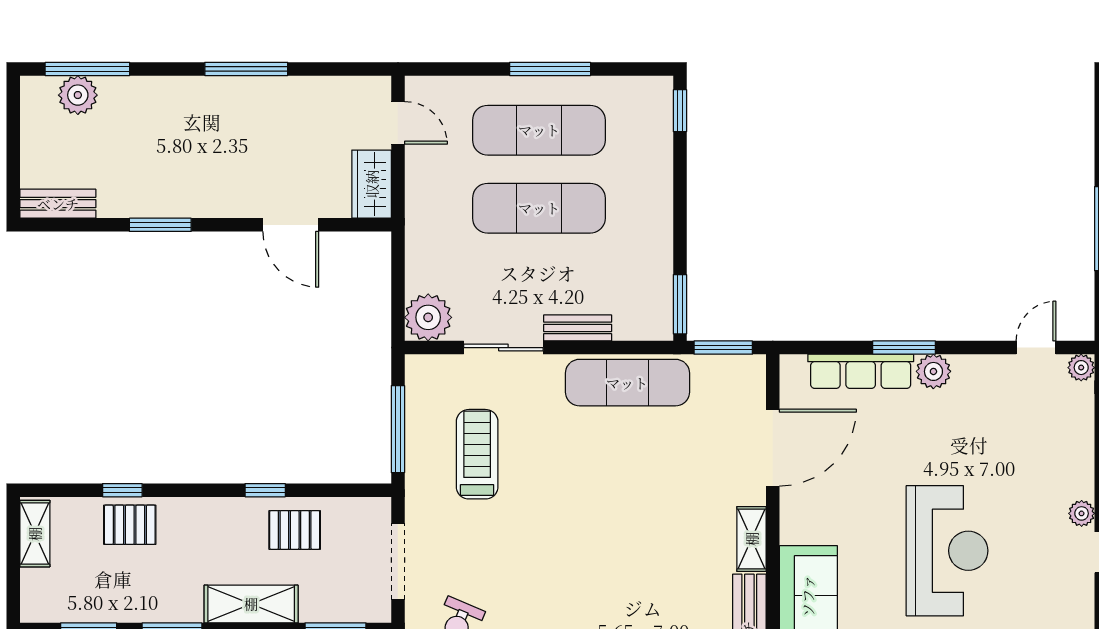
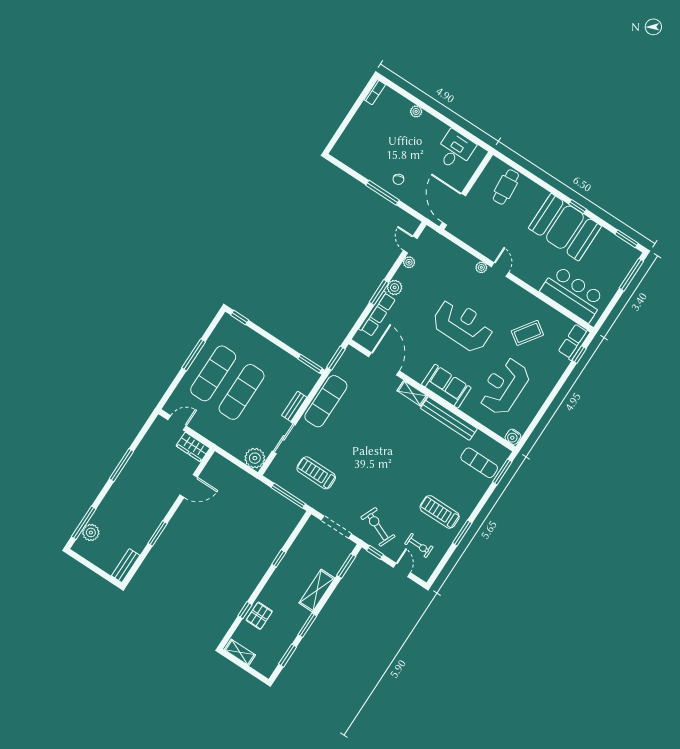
plant: (1081, 368) -> (409, 262), moved
pallet: (295, 530) -> (300, 557), removed

